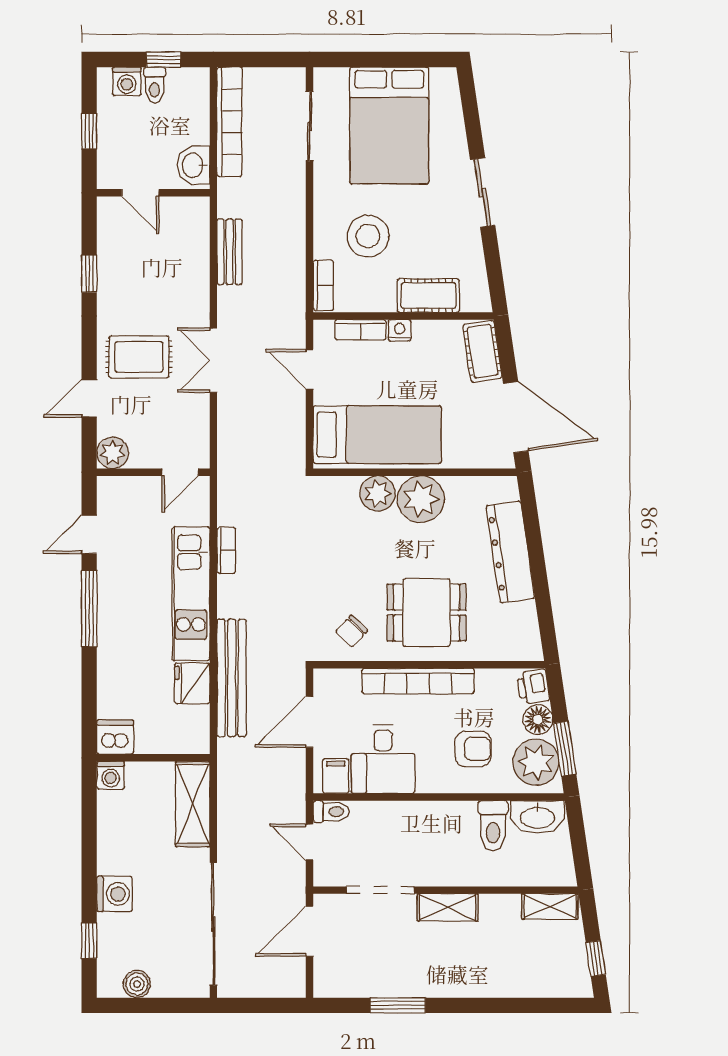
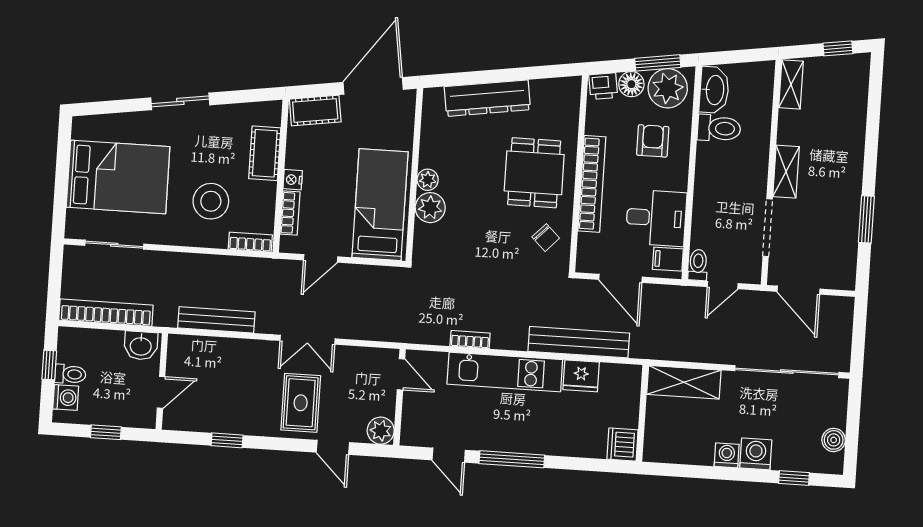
bench: (229, 252) -> (216, 320), width x1.36
plant: (421, 499) -> (428, 180), width x0.53, depth x0.53
washing machine: (111, 775) -> (727, 455), moved, turned -90

